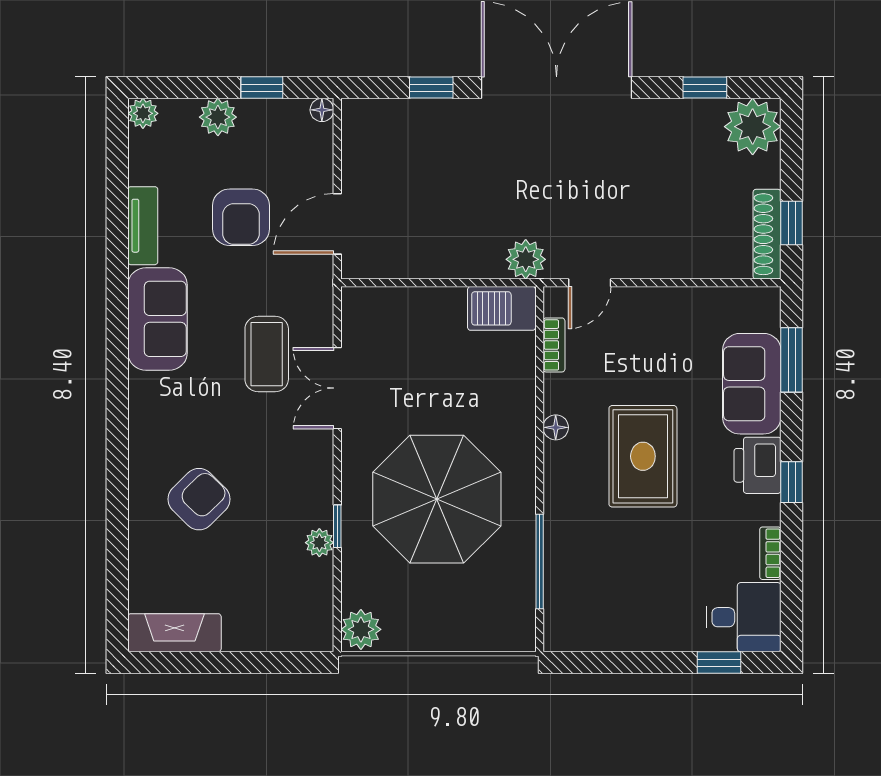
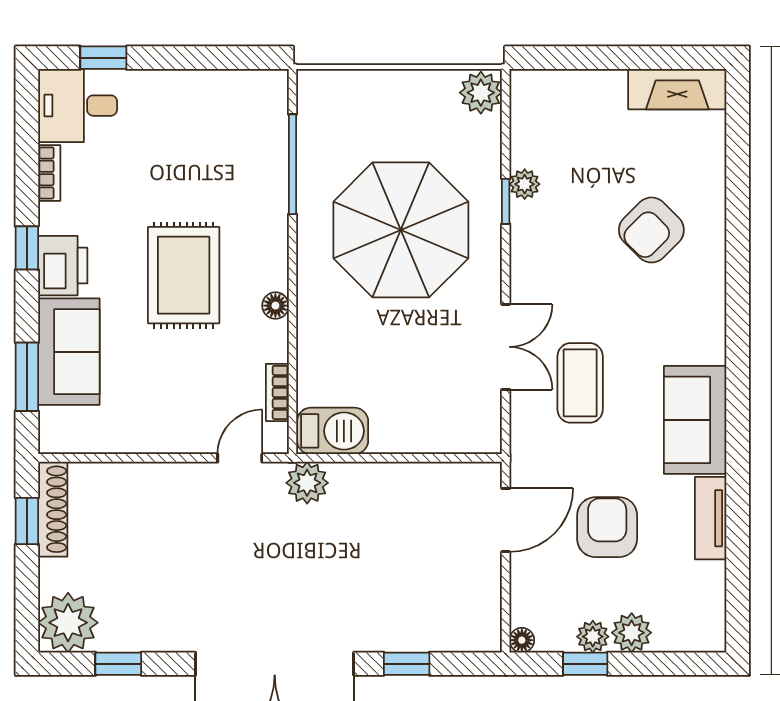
plant: (143, 113) -> (593, 637), moved

